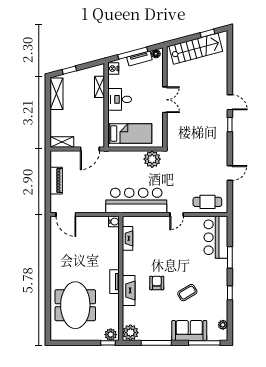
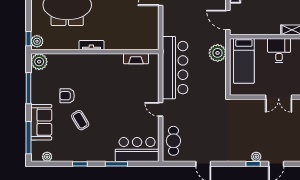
plant: (223, 121) -> (256, 157), added
plant: (152, 159) -> (218, 53), moved
water cooler: (114, 222) -> (153, 45), removed
armchair: (157, 283) -> (67, 96), moved, turned 180
fireplace: (129, 290) -> (82, 60), removed

